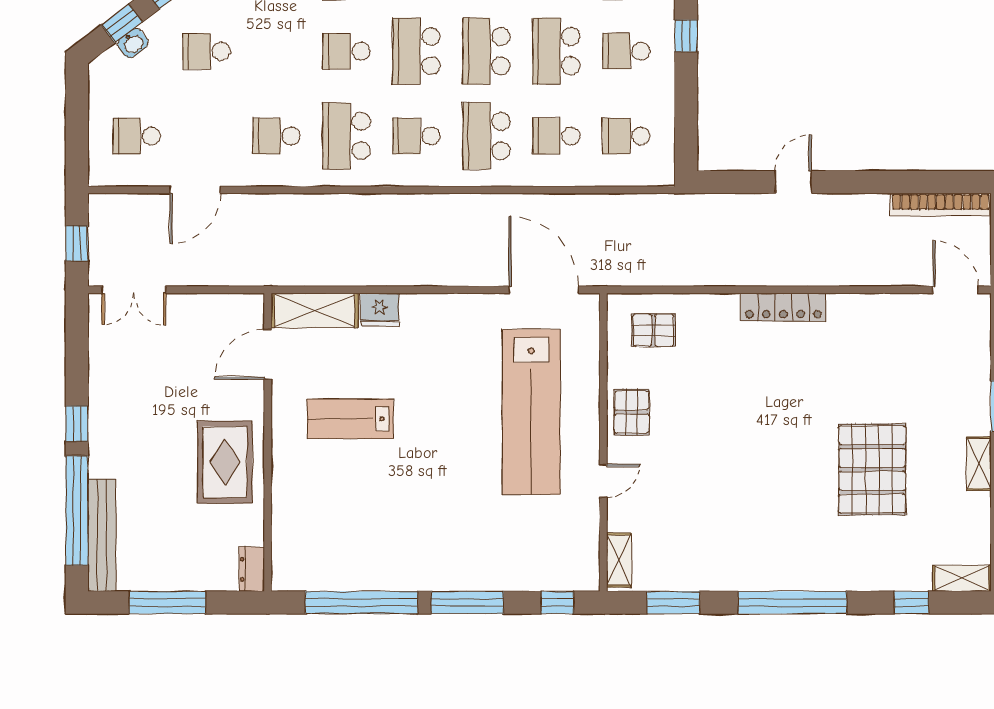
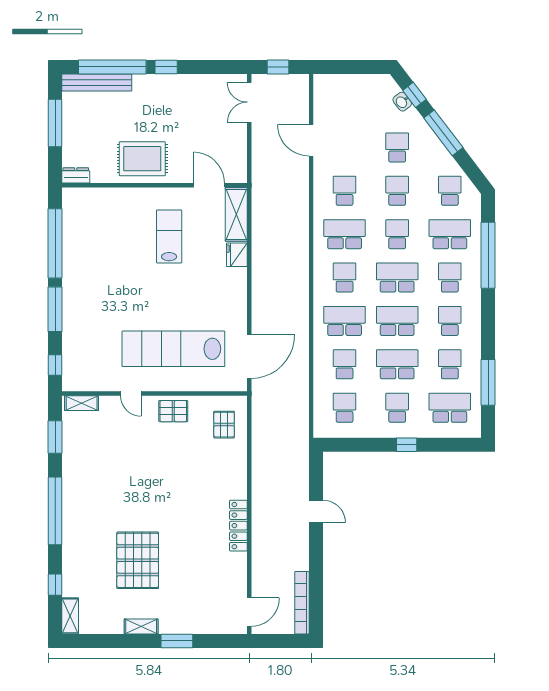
school desk: (137, 136) -> (397, 191), moved
locker: (783, 307) -> (238, 526), moved
pallet: (872, 469) -> (138, 560), turned 90

